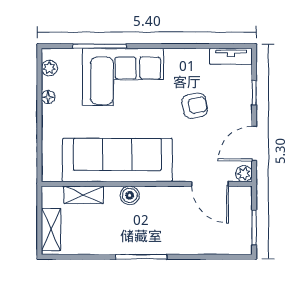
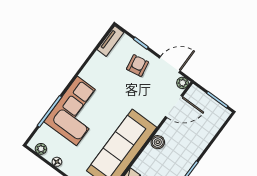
armchair: (195, 106) -> (137, 66), moved
door: (254, 144) -> (170, 64), swing flipped
boiler: (130, 195) -> (158, 142), moved

